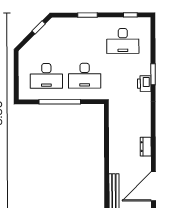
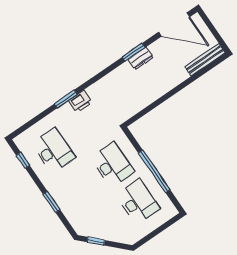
window: (153, 145) -> (134, 52), added

